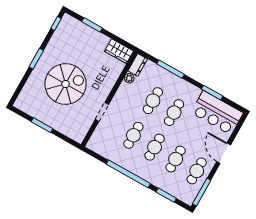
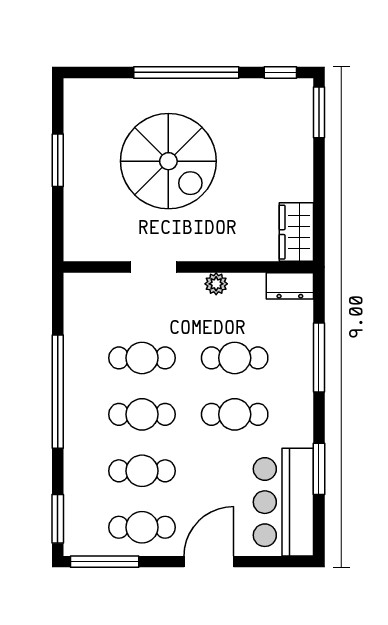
window: (92, 25) -> (319, 112), moved
window: (36, 59) -> (186, 72), width x2.11
plant: (129, 78) -> (216, 284), moved
window: (166, 195) -> (58, 519), moved

